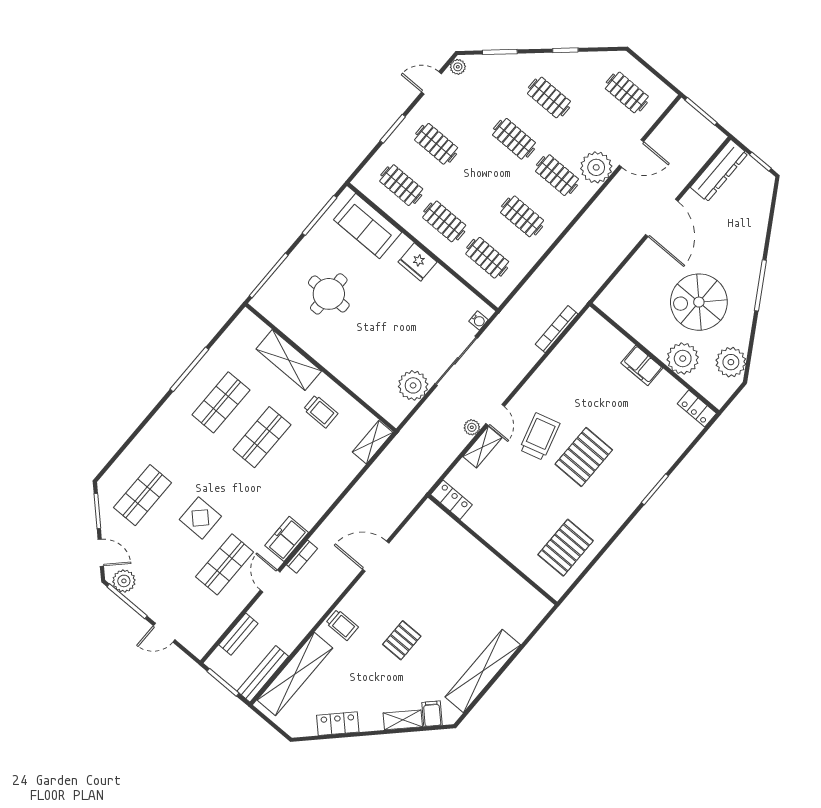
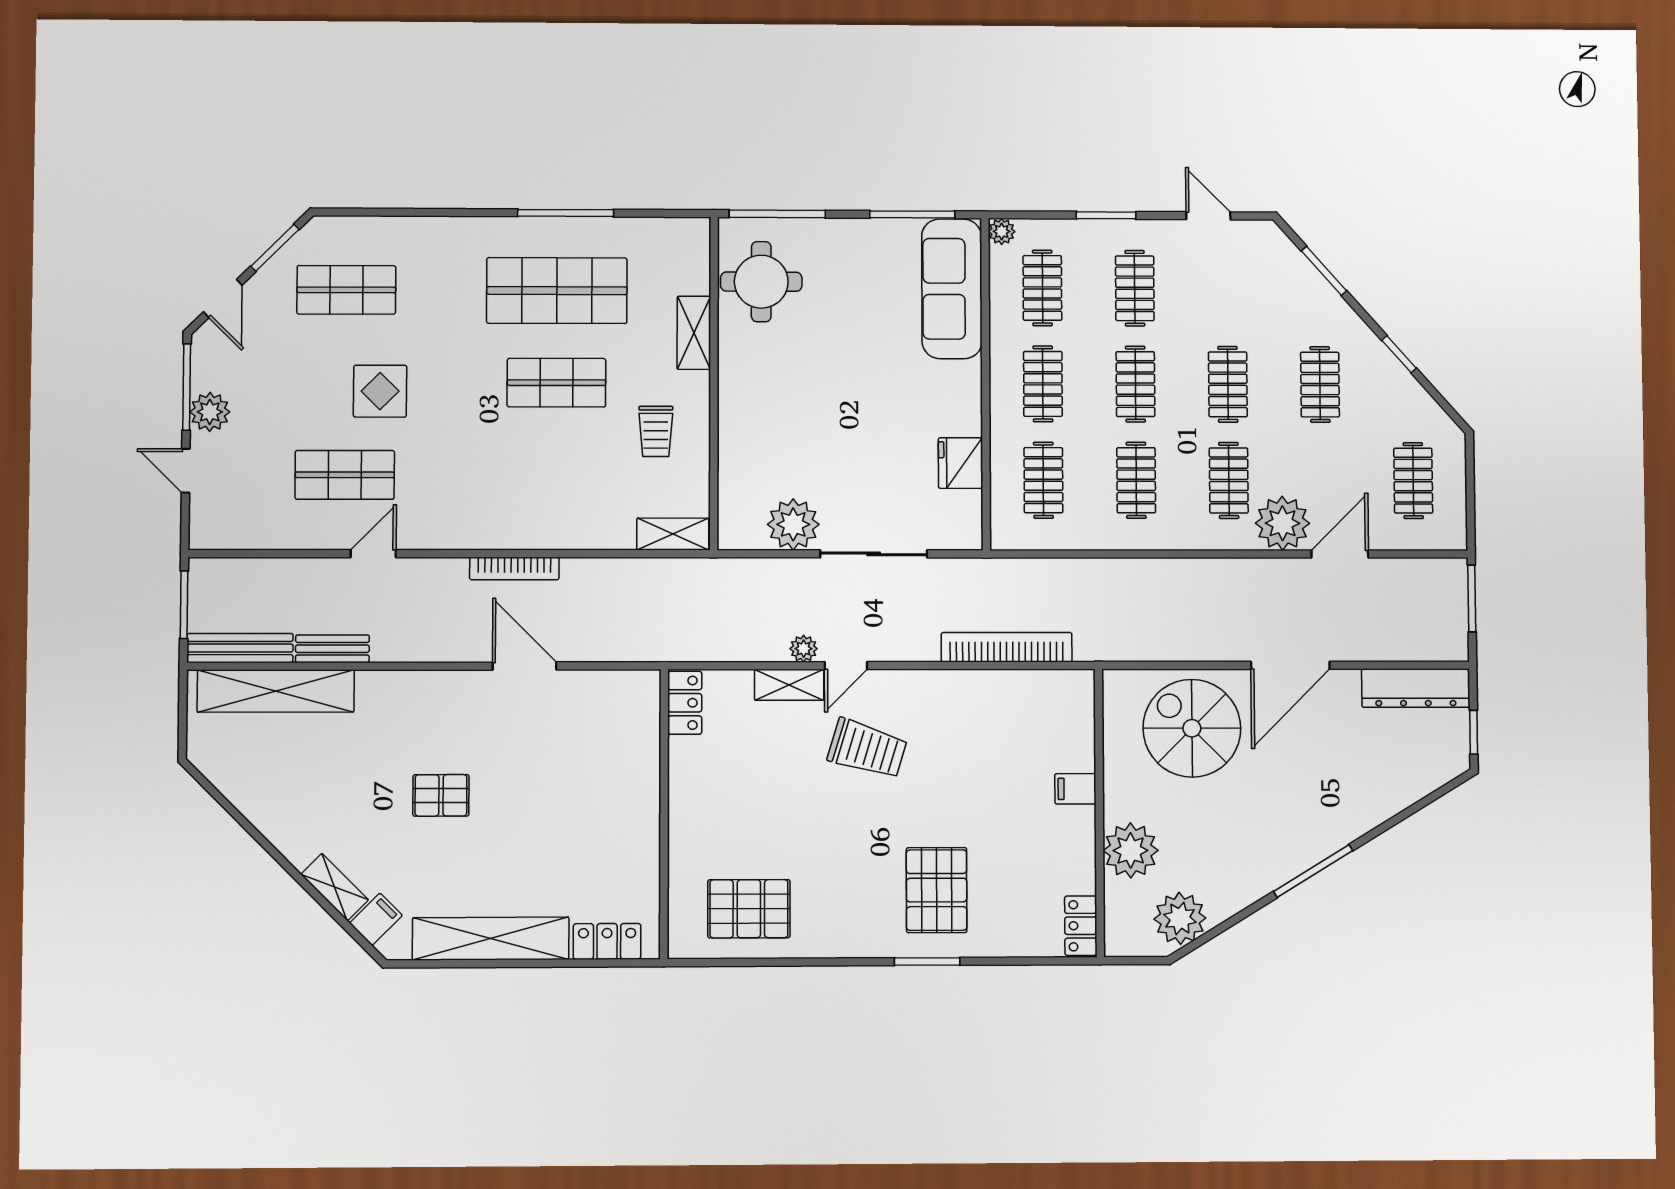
plant: (458, 67) -> (1002, 231), moved
door: (631, 153) -> (1340, 554), swing flipped
clothes rail: (479, 180) -> (1135, 384), added
sofa: (368, 226) -> (952, 289), width x1.36
fridge: (417, 262) -> (960, 463), moved
round table: (329, 294) -> (761, 282), moved
spiral stairs: (699, 302) -> (1192, 728), moved
water cooler: (478, 321) -> (952, 538), removed
bookcase: (557, 329) -> (1007, 647), width x1.48, depth x1.31
shelving: (289, 360) -> (694, 333), width x0.67, depth x0.75
filing cabinet: (642, 366) -> (1075, 789), width x0.50
shop shelf: (221, 402) -> (557, 291), width x1.43, depth x1.36
trolley: (540, 437) -> (867, 749), turned 33
pallet: (584, 457) -> (937, 890), moved, turned 90
freezer: (287, 539) -> (448, 528), removed
bookcase: (302, 557) -> (514, 569), moved, width x1.56
plant: (124, 581) -> (210, 412), moved
trolley: (342, 625) -> (395, 698), removed
bench: (238, 634) -> (332, 649), moved
locker: (338, 724) -> (607, 941), moved, turned -45

